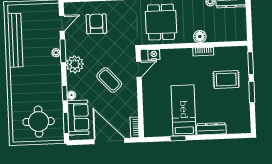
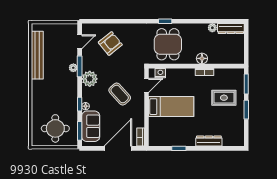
armchair: (96, 24) -> (110, 43), turned 51
bed: (184, 110) -> (171, 107), moved, turned 90
door: (110, 141) -> (118, 148), hinge flipped

